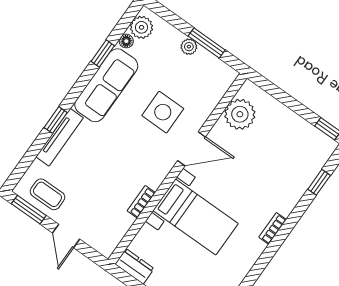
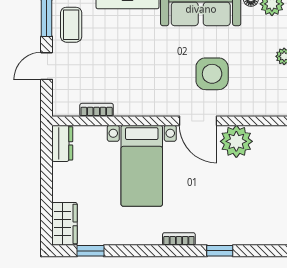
plant: (240, 114) -> (236, 141), moved
window: (319, 182) -> (220, 251), moved
bookcase: (141, 202) -> (97, 110), moved

